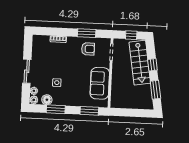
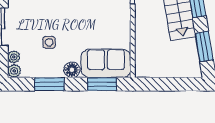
sofa: (100, 83) -> (106, 63), moved, turned 90
floor lamp: (47, 100) -> (72, 70), moved

